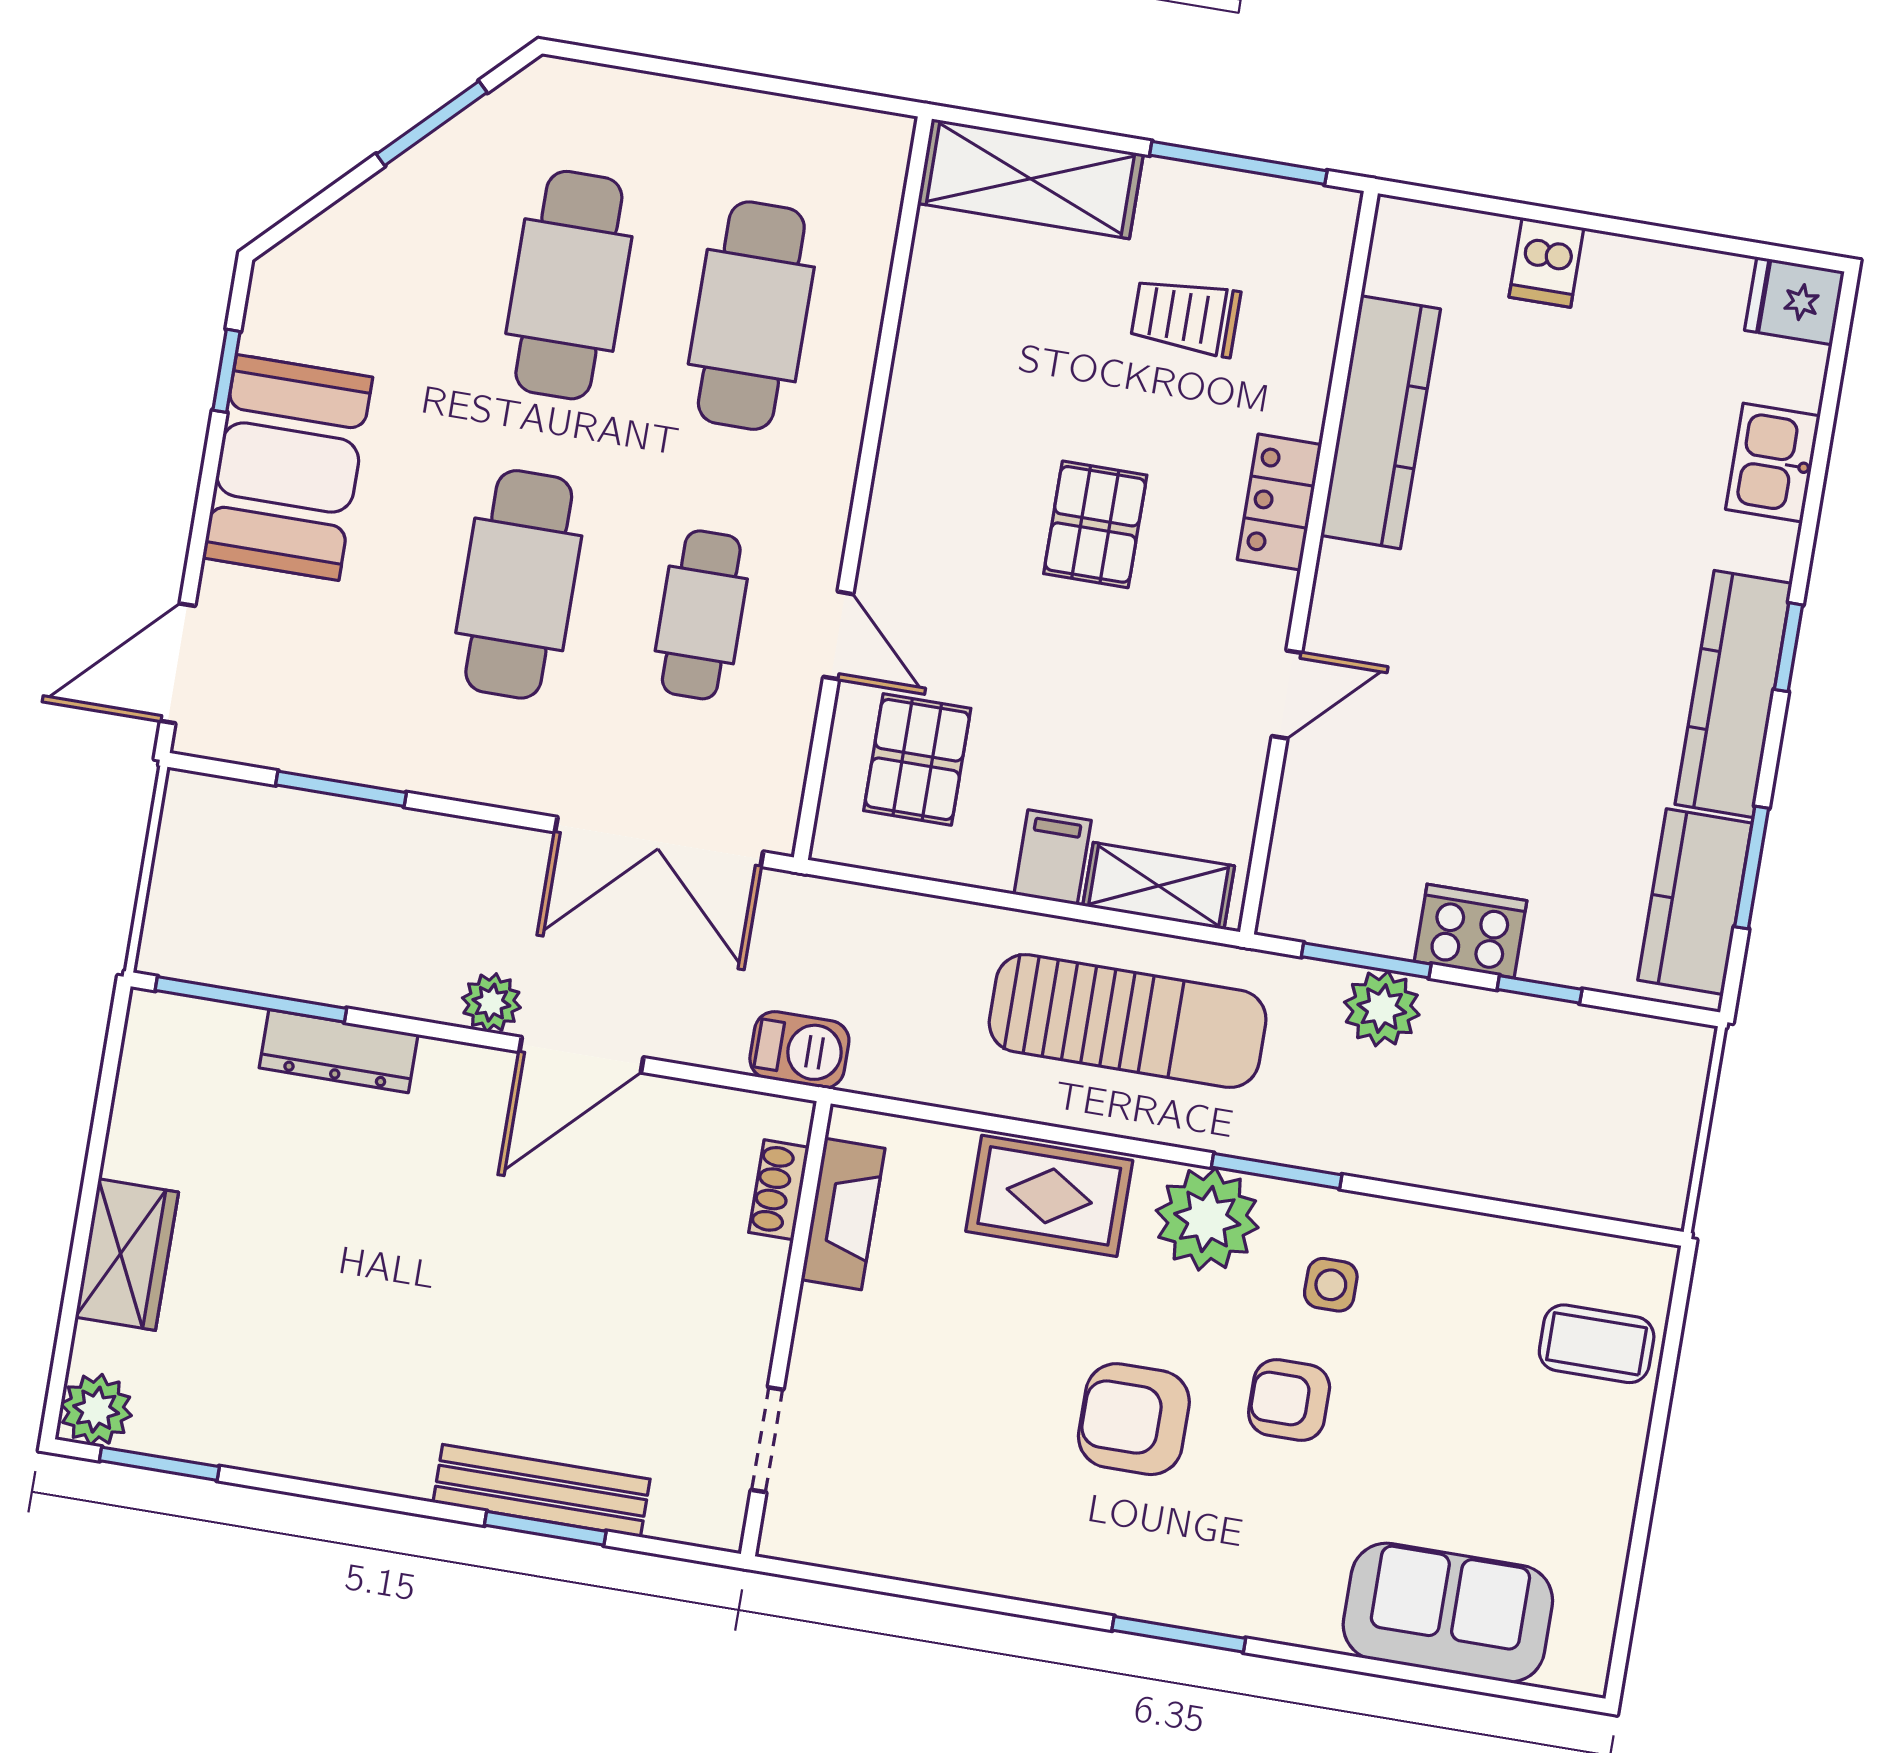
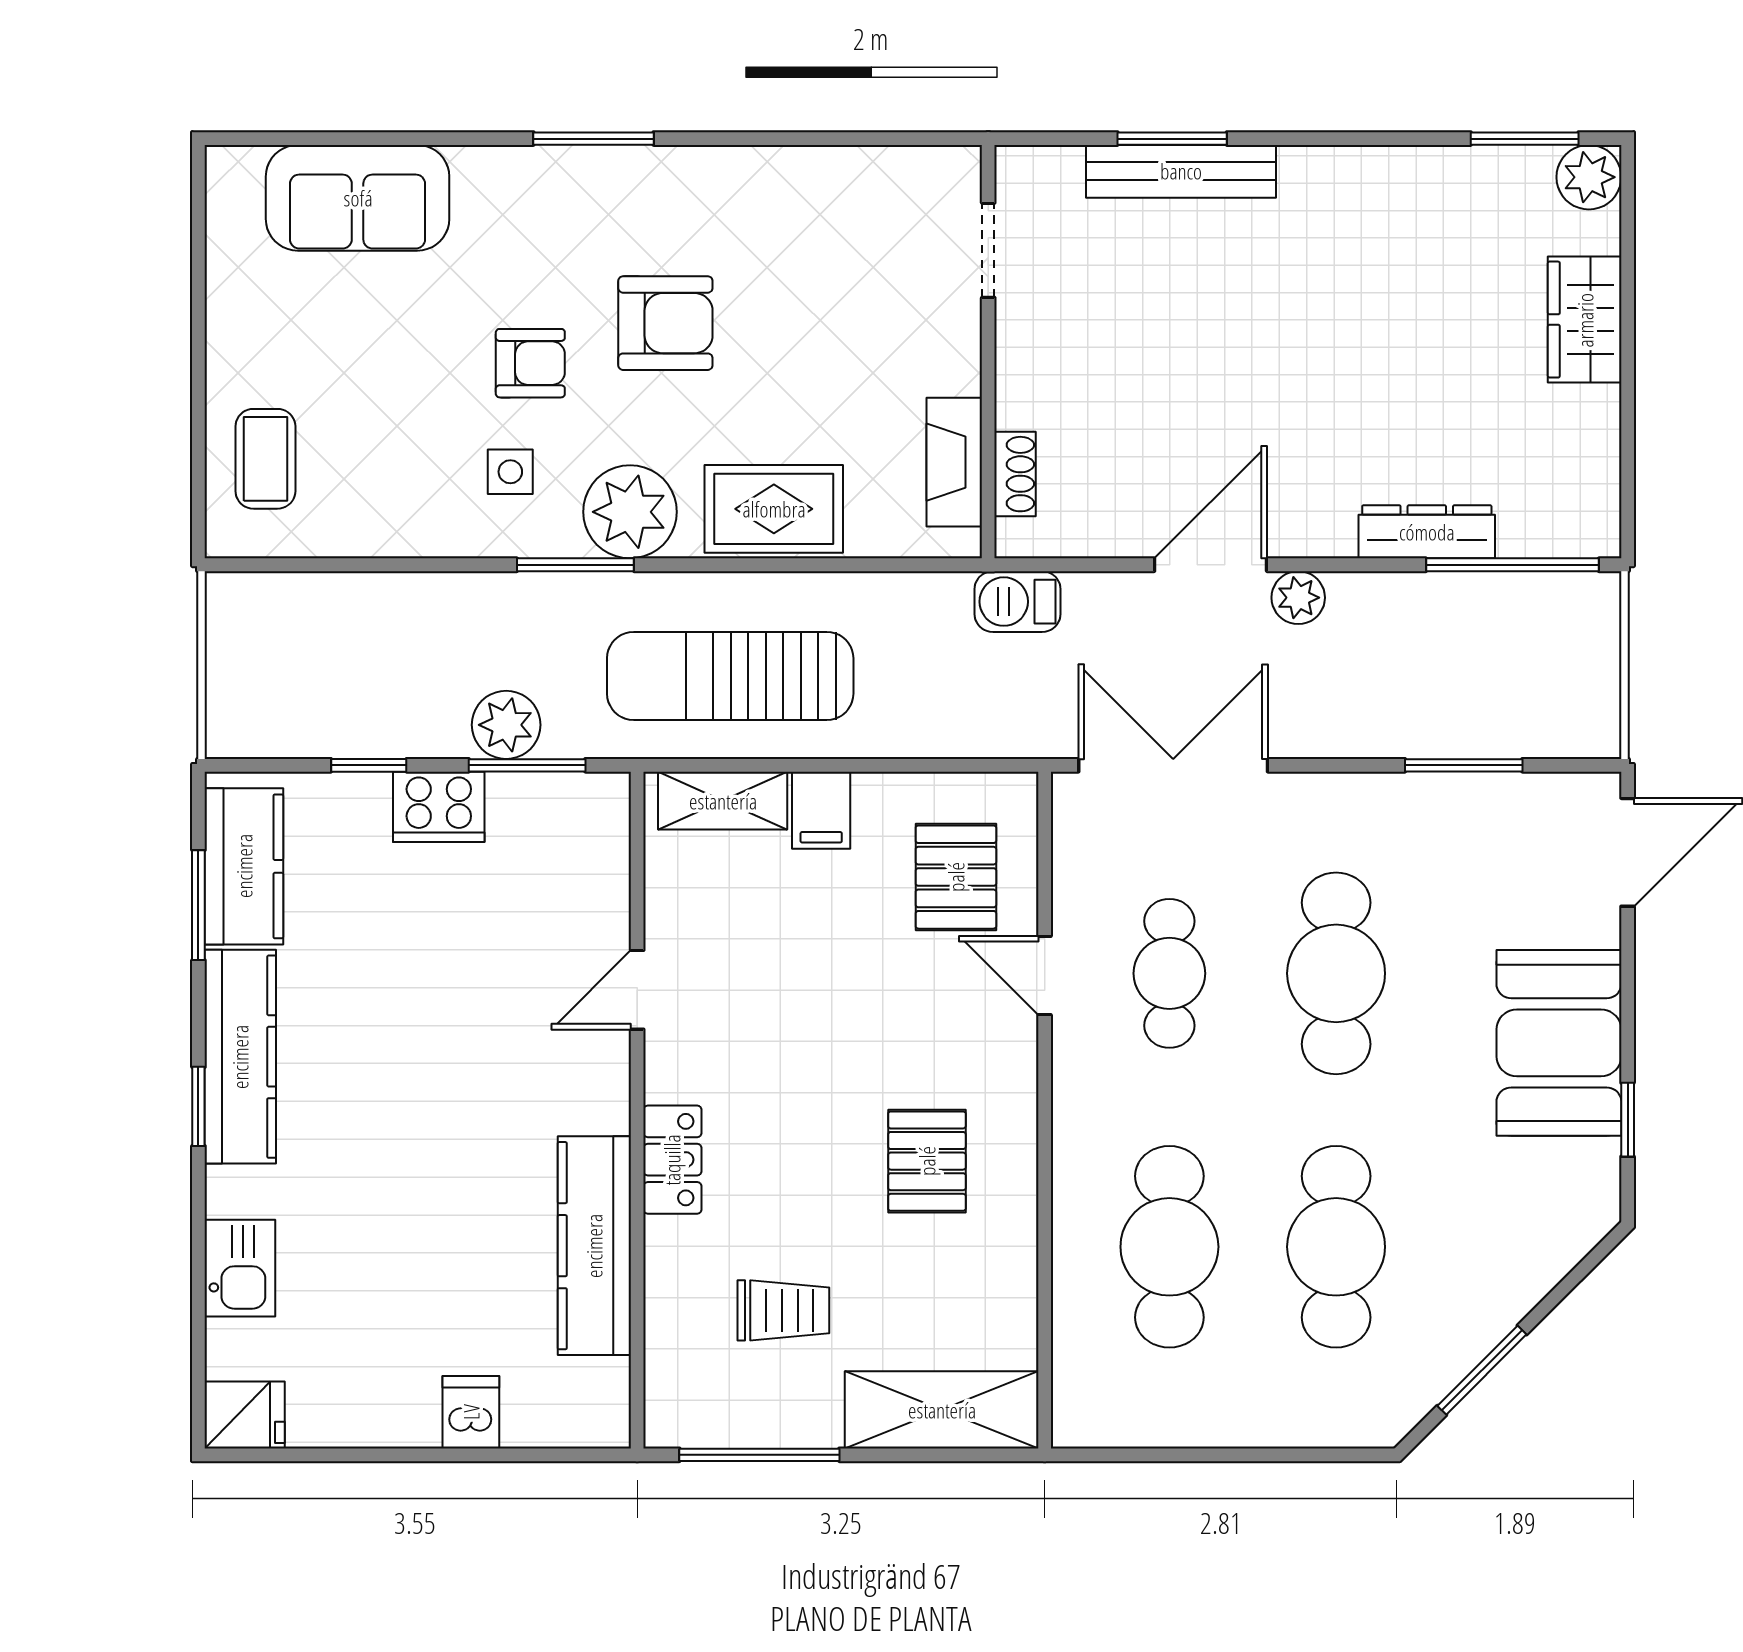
pallet: (1095, 524) -> (927, 1161), moved
coffee table: (1597, 1344) -> (265, 459), turned 90

